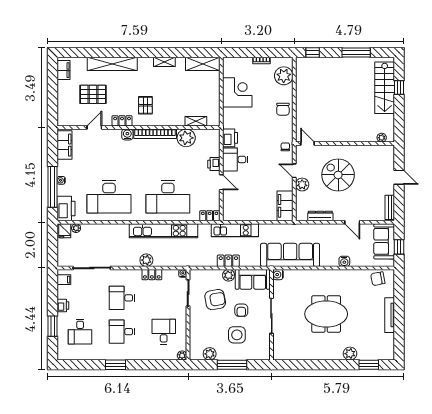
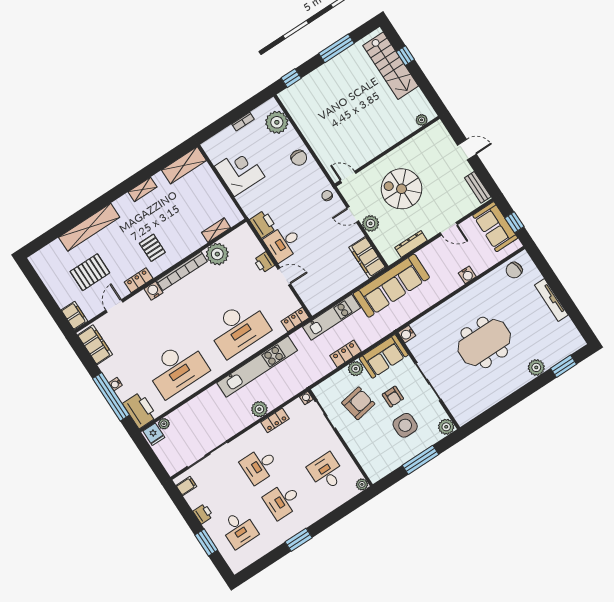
filing cabinet: (64, 70) -> (74, 316), moved
sofa: (290, 255) -> (391, 286), moved, turned 180
plant: (210, 354) -> (446, 427), moved

